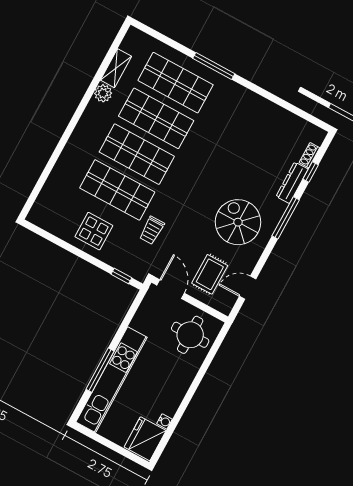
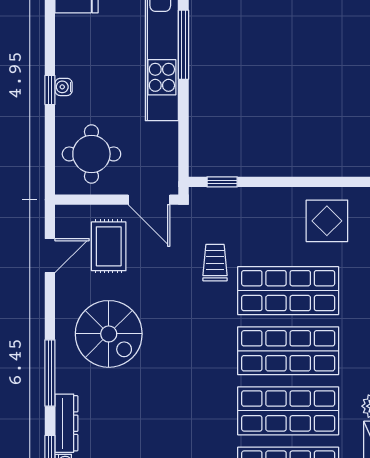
display table: (94, 231) -> (327, 221), moved
window: (194, 386) -> (50, 90), added
water cooler: (165, 421) -> (64, 87), moved

